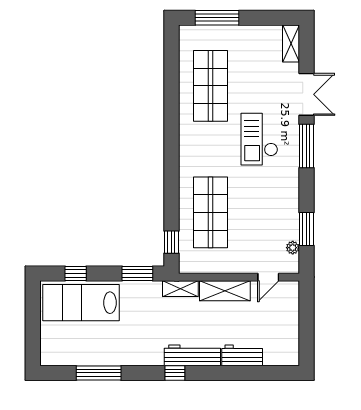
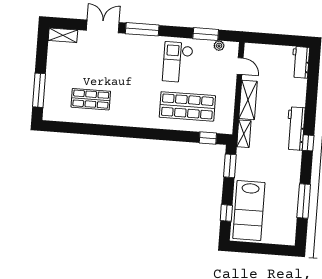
shop shelf: (211, 86) -> (91, 99), width x0.70, depth x0.74
checkout: (259, 139) -> (178, 62), moved, turned 90
workbench: (242, 355) -> (301, 62), moved

